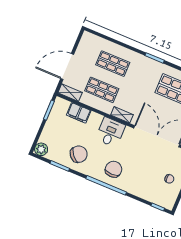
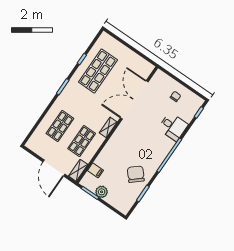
filing cabinet: (79, 113) -> (95, 170), width x0.50
desk: (110, 132) -> (173, 127), moved, turned 180
plant: (41, 149) -> (102, 192), moved
chair: (114, 169) -> (156, 145), removed

